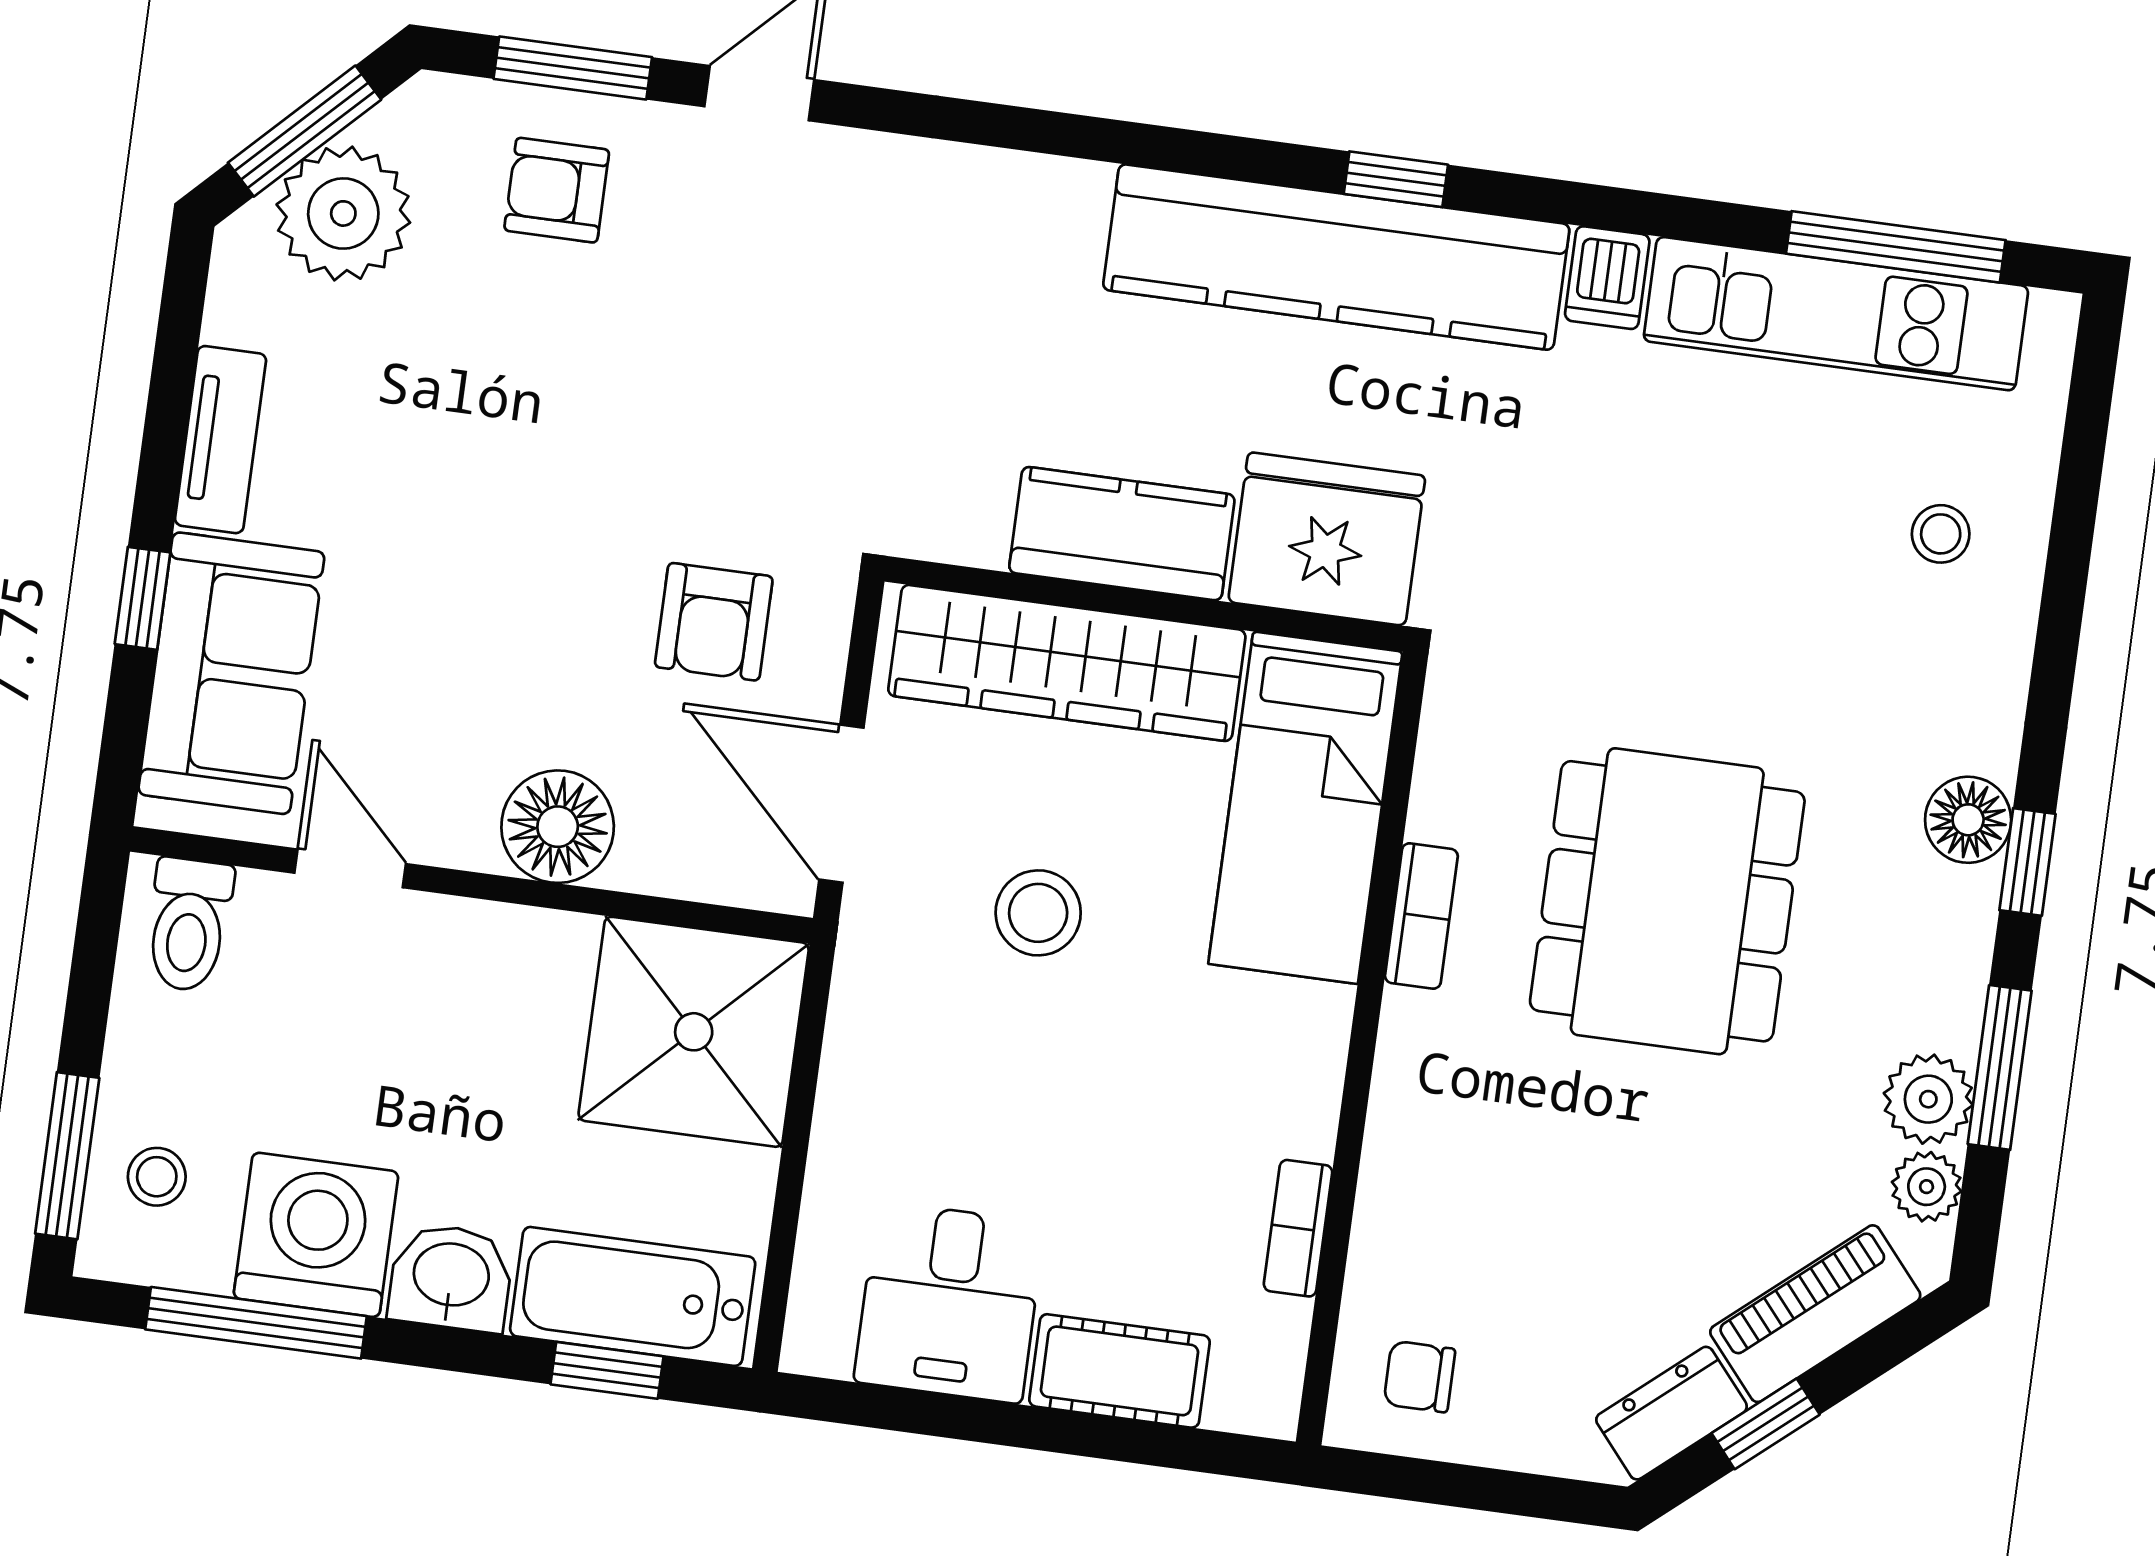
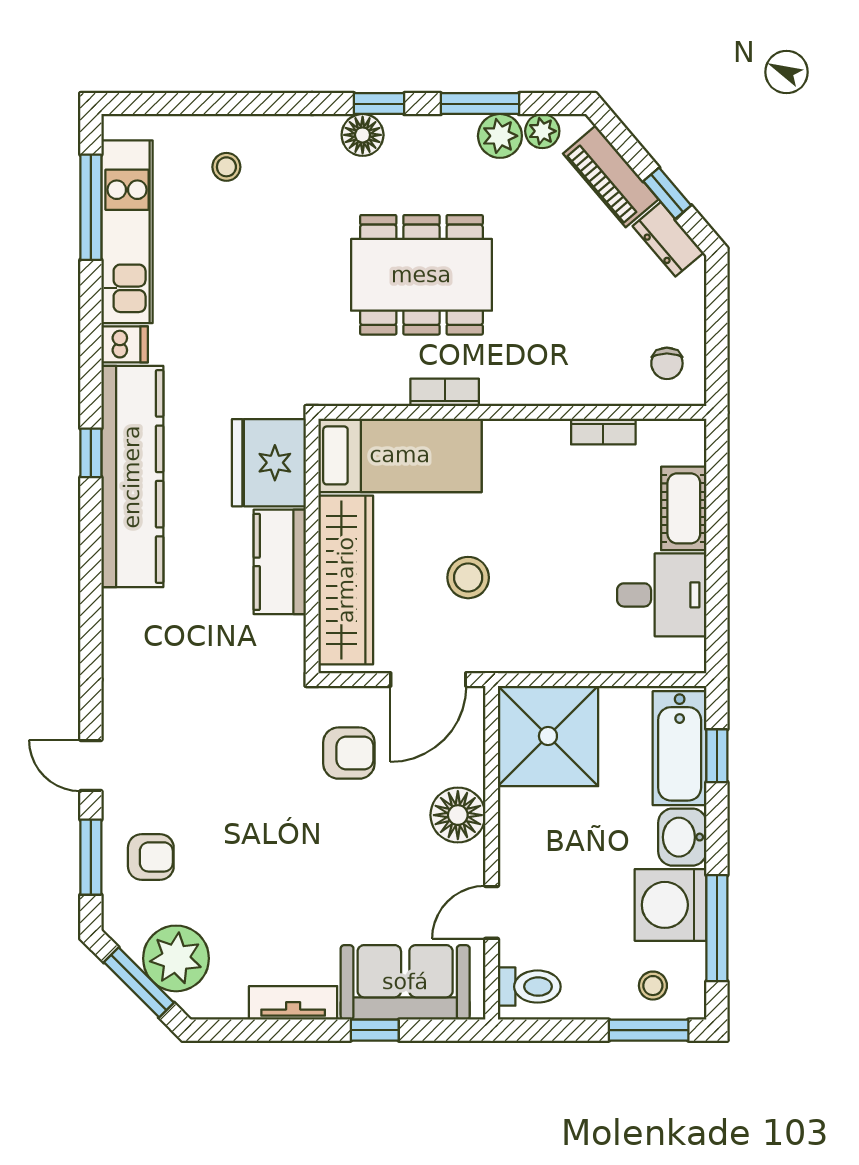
armchair: (557, 190) -> (151, 857), turned -90

